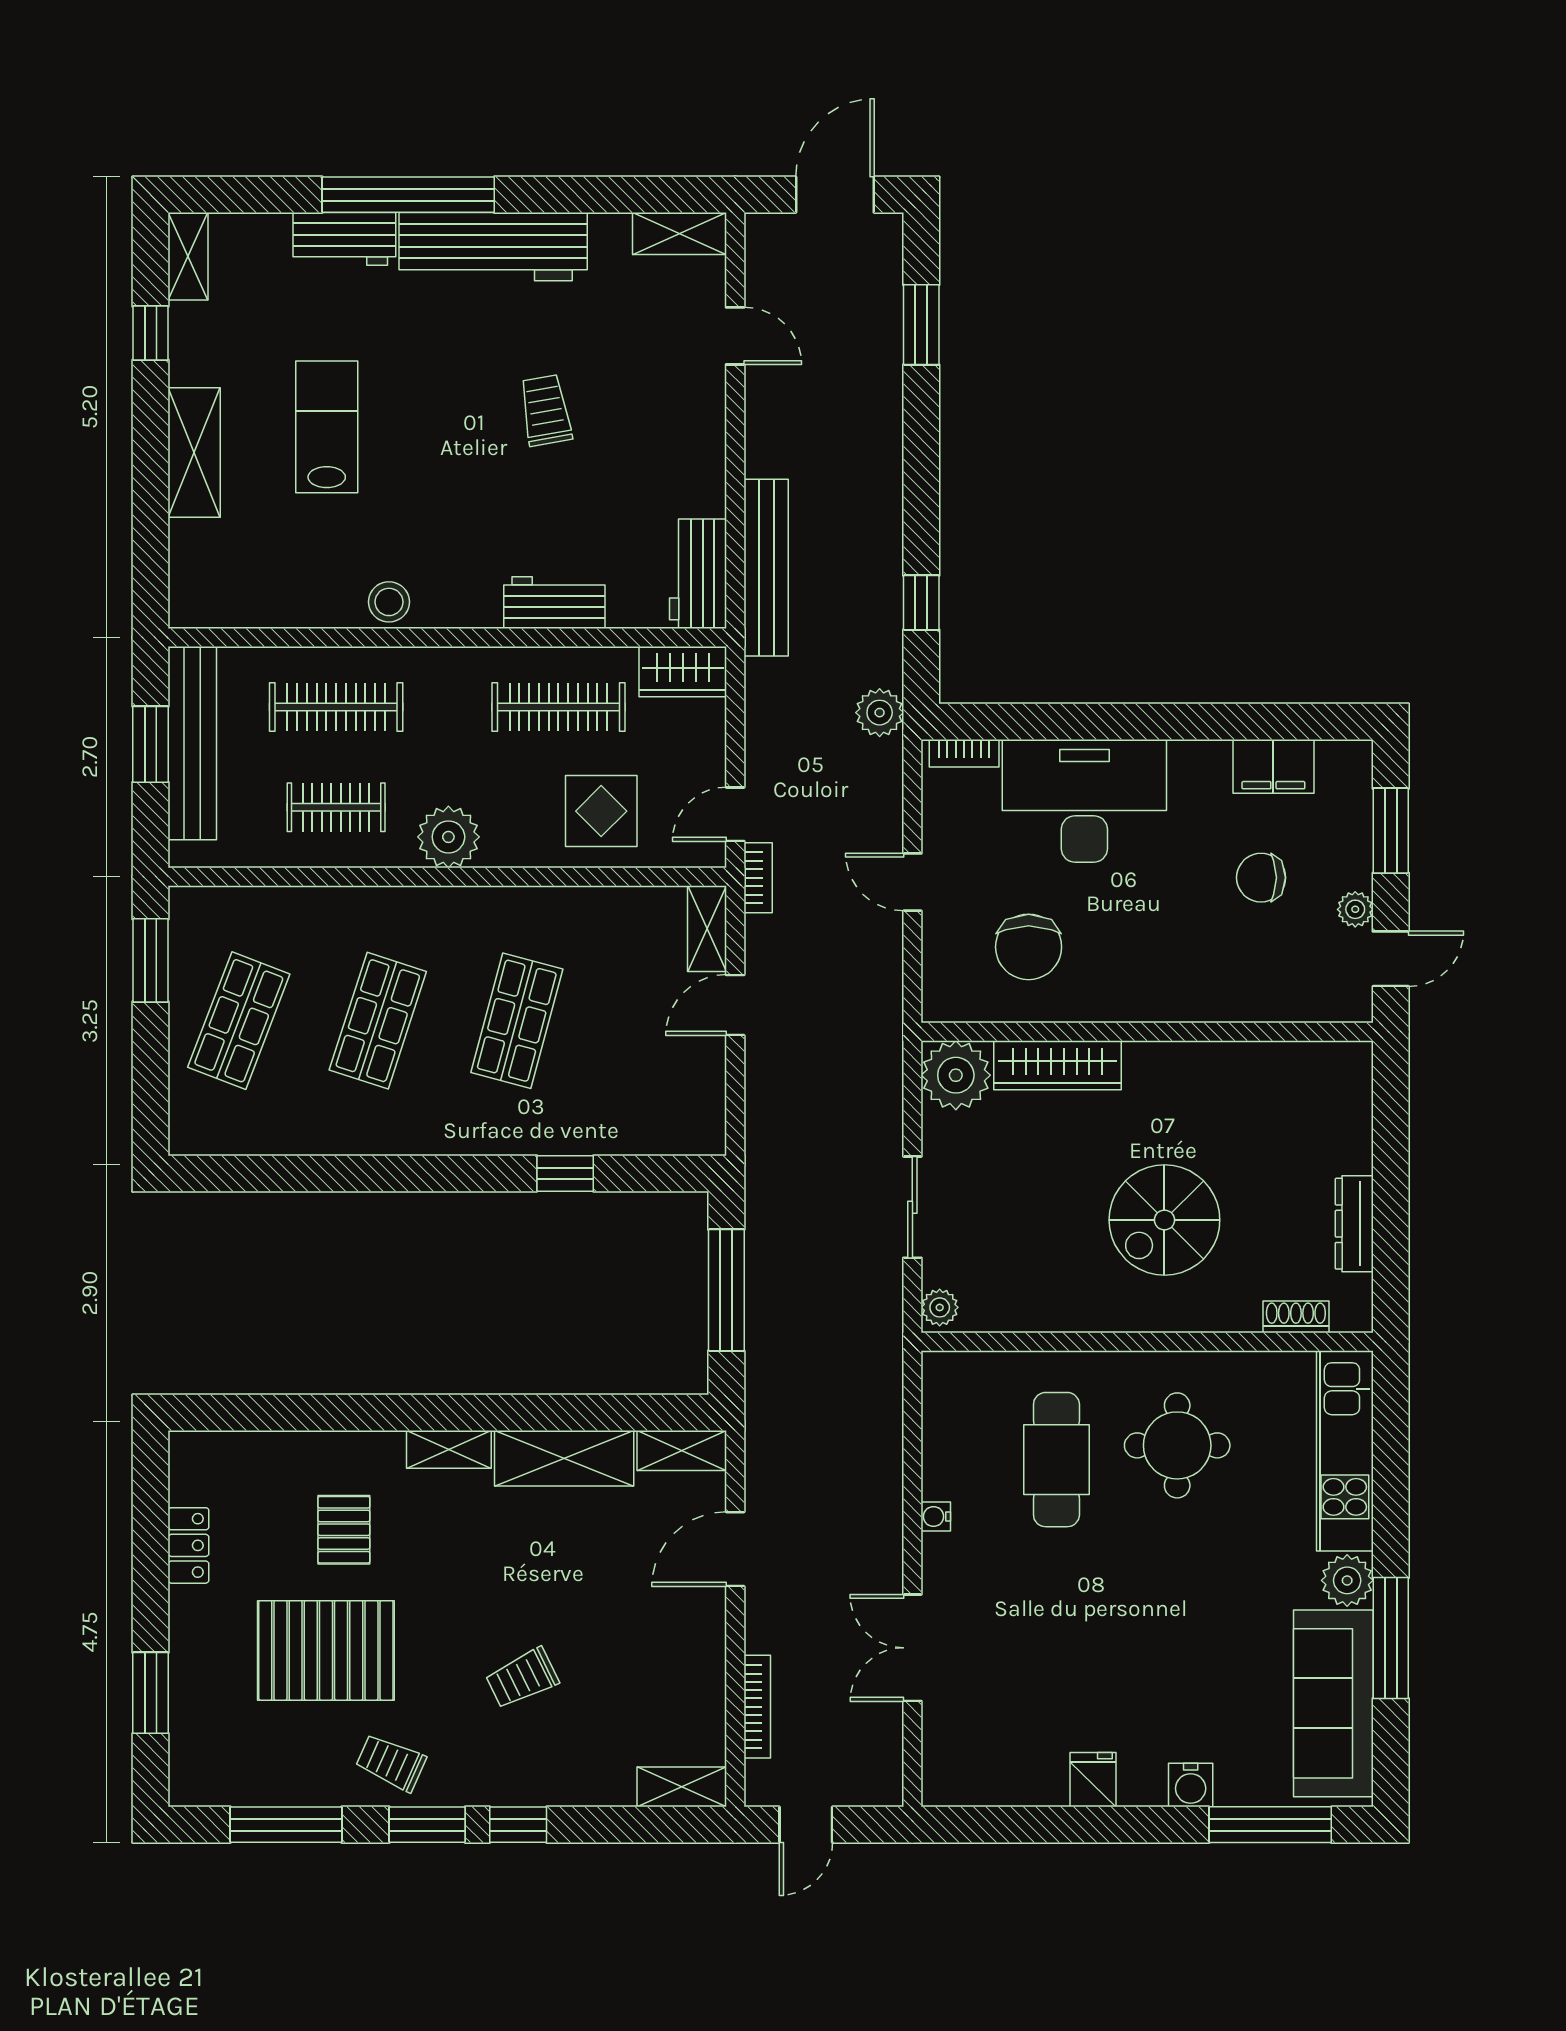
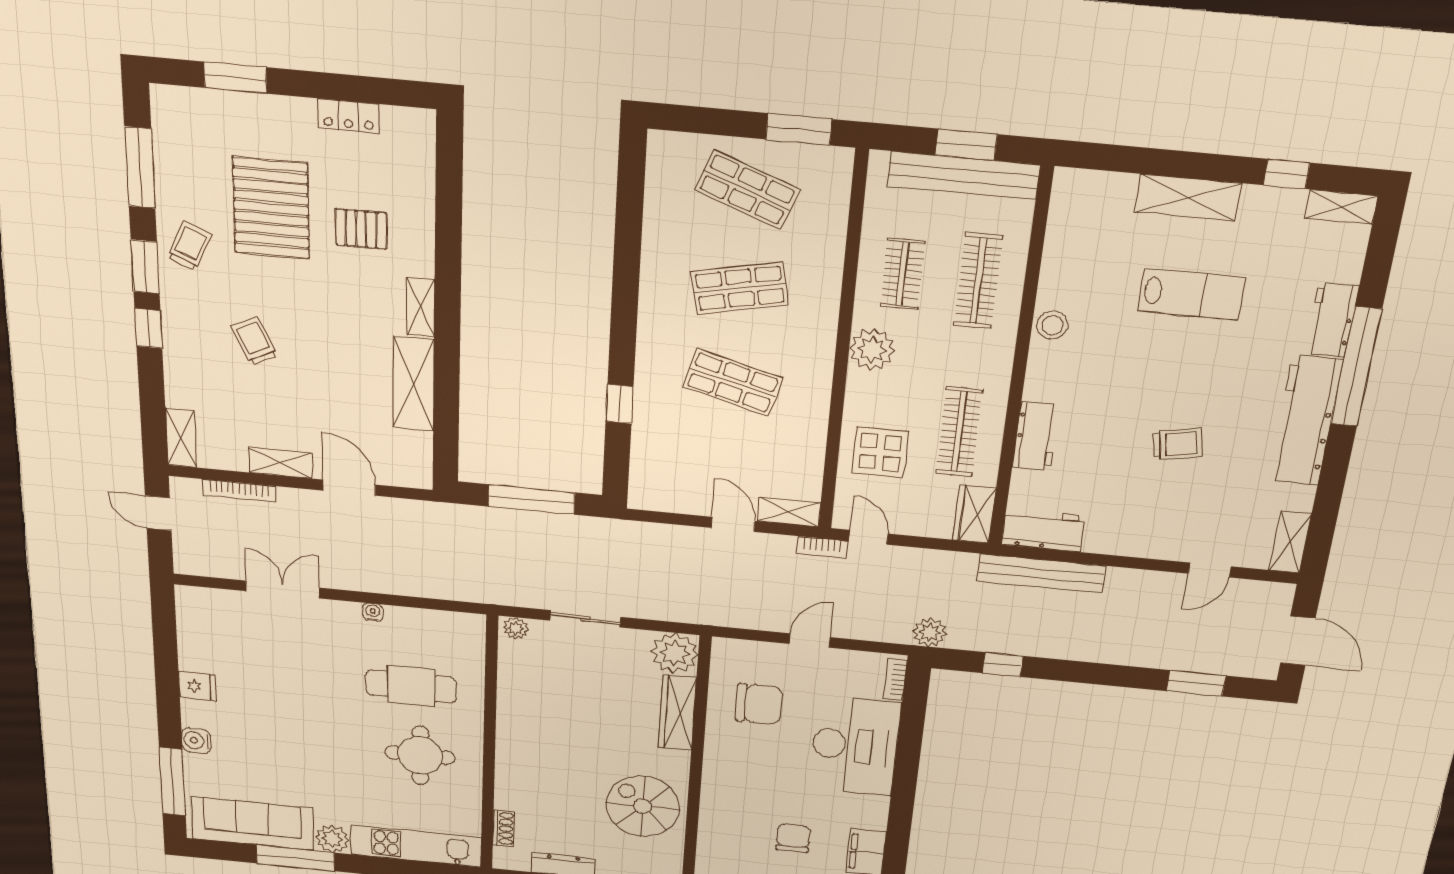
chair: (1029, 947) -> (759, 704), turned 180
shop shelf: (378, 1021) -> (740, 288), turned -30
spiral stairs: (1164, 1220) -> (643, 806), moved
shelving: (682, 1450) -> (280, 463), moved, turned 90

